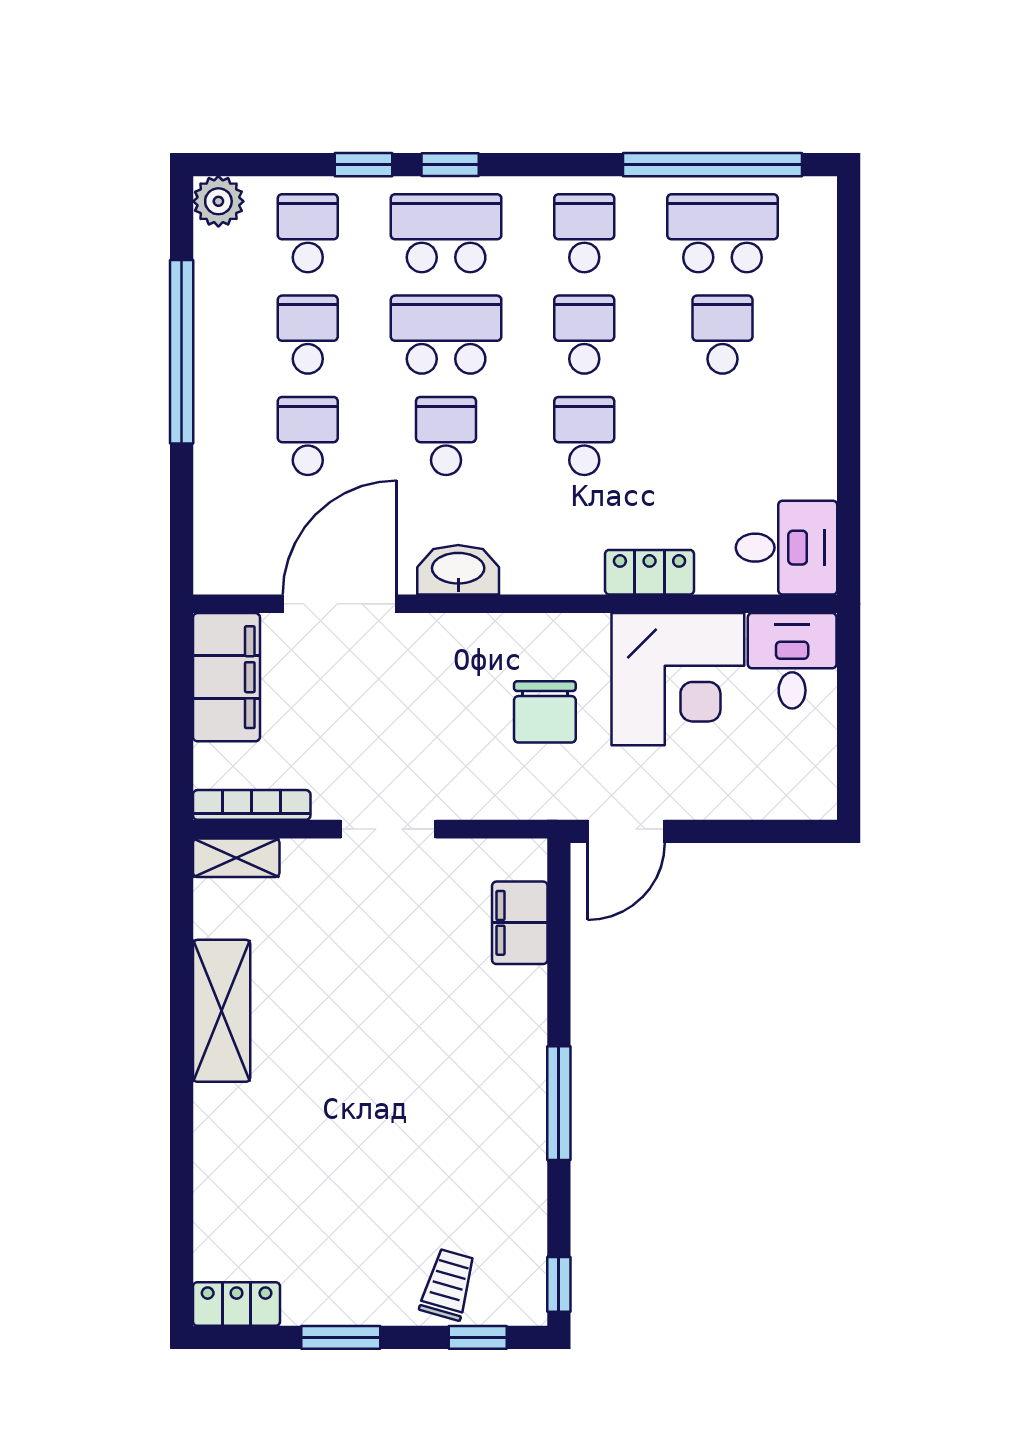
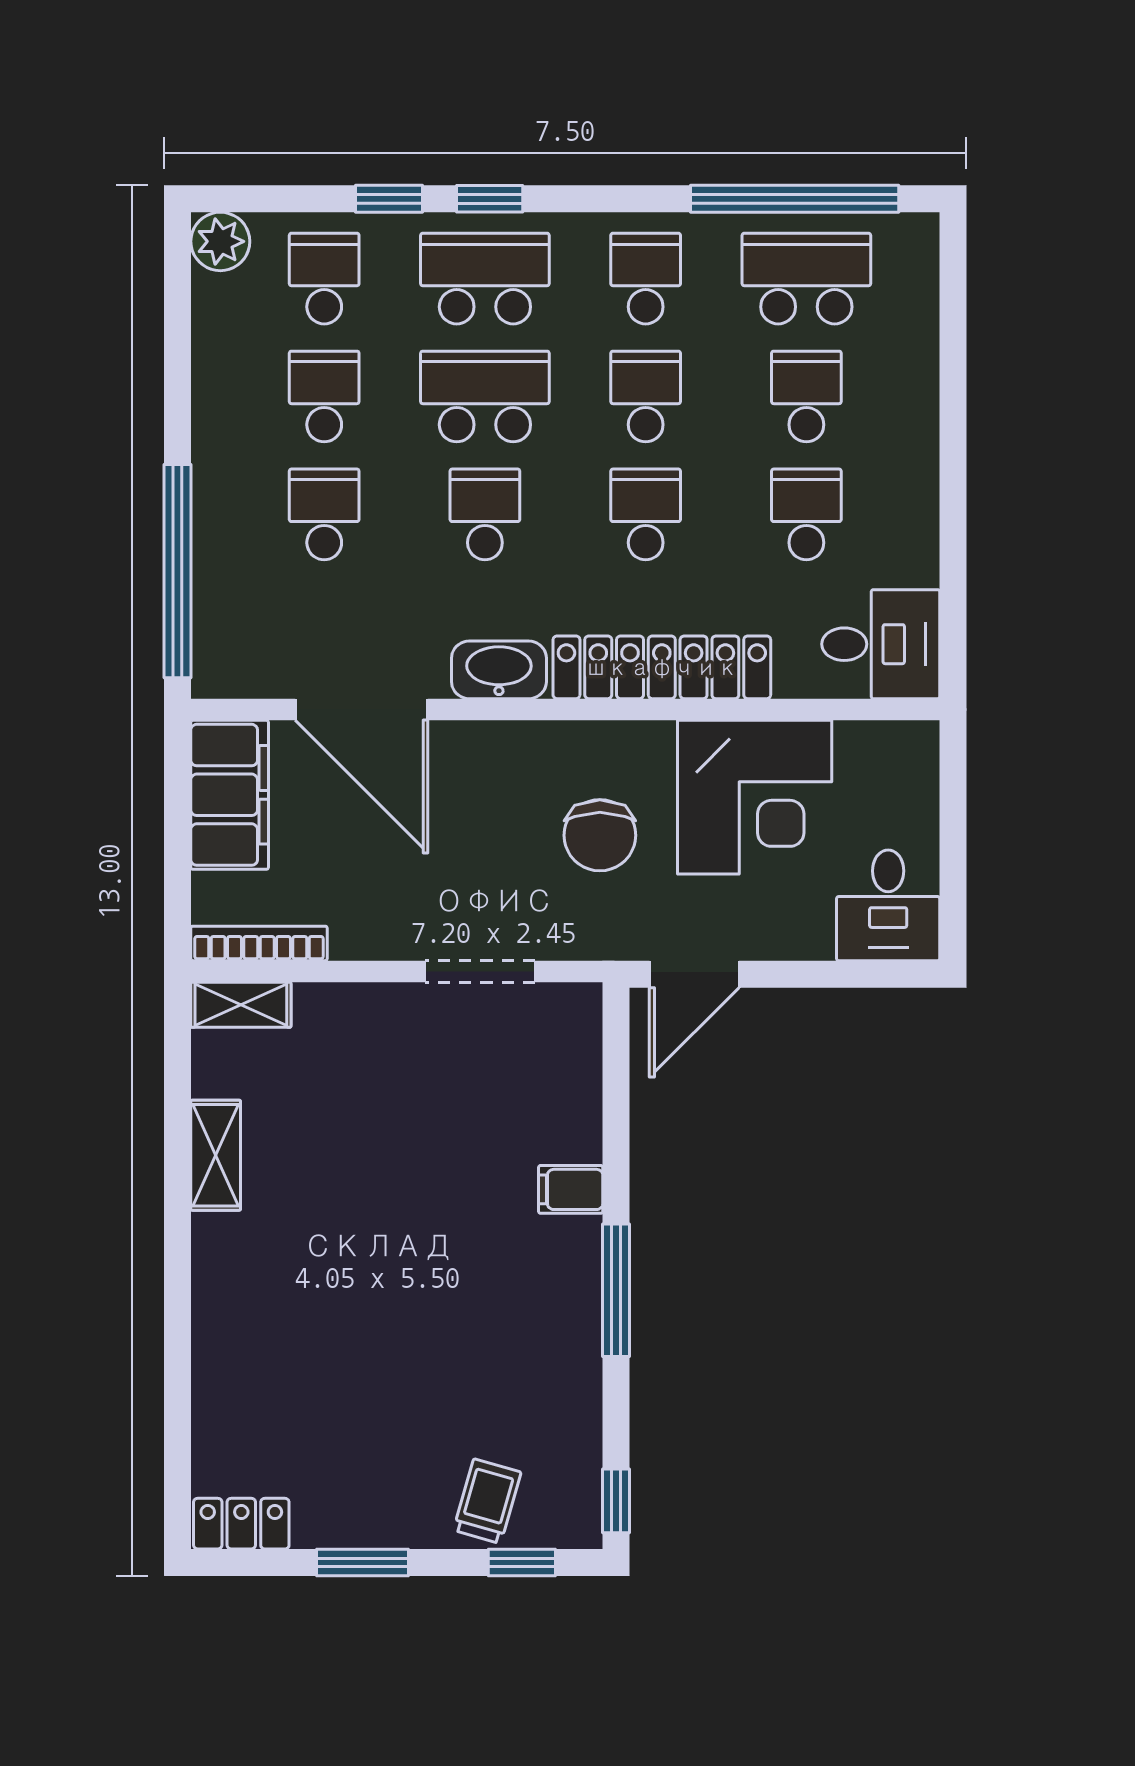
window: (182, 352) -> (178, 571), moved
school desk: (723, 436) -> (806, 514), added
locker: (650, 572) -> (662, 667), width x2.16, depth x1.21
door: (340, 604) -> (361, 709), swing flipped
desk: (792, 661) -> (888, 905), moved, turned 180
doorway: (388, 829) -> (480, 972), moved
filing cabinet: (520, 923) -> (571, 1189), moved, width x0.50
shelving: (222, 1011) -> (216, 1155), width x0.67, depth x0.75

